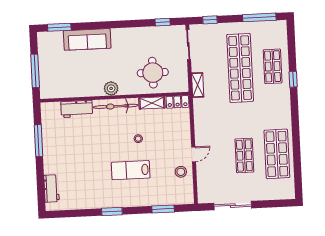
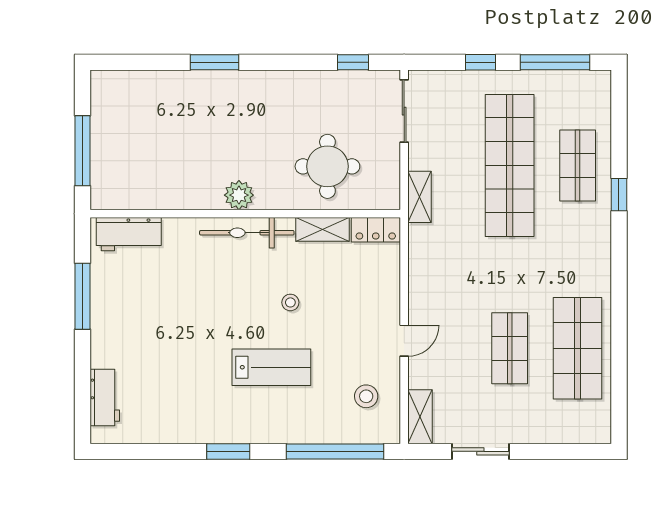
window: (210, 20) -> (480, 62), moved
window: (59, 27) -> (215, 62), moved
sofa: (87, 39) -> (194, 91), removed
workbench: (77, 109) -> (129, 234), moved
lab bench: (131, 170) -> (271, 367), turned 180
stool: (181, 172) -> (366, 396), moved
shelving: (203, 190) -> (420, 417), added
sliding door: (233, 206) -> (480, 451), width x0.73
window: (163, 209) -> (335, 451), width x2.11

